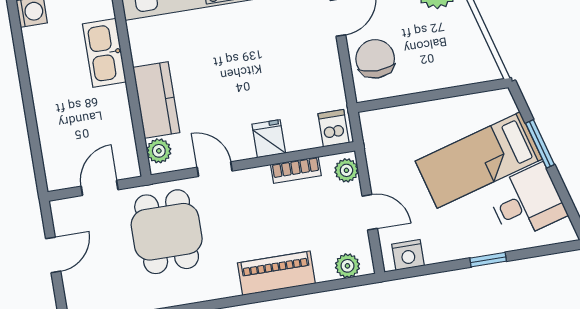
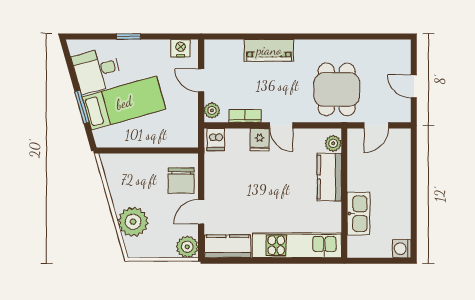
door: (215, 169) -> (281, 125), moved
door: (53, 255) -> (414, 86), hinge flipped
plant: (347, 266) -> (222, 48), removed

